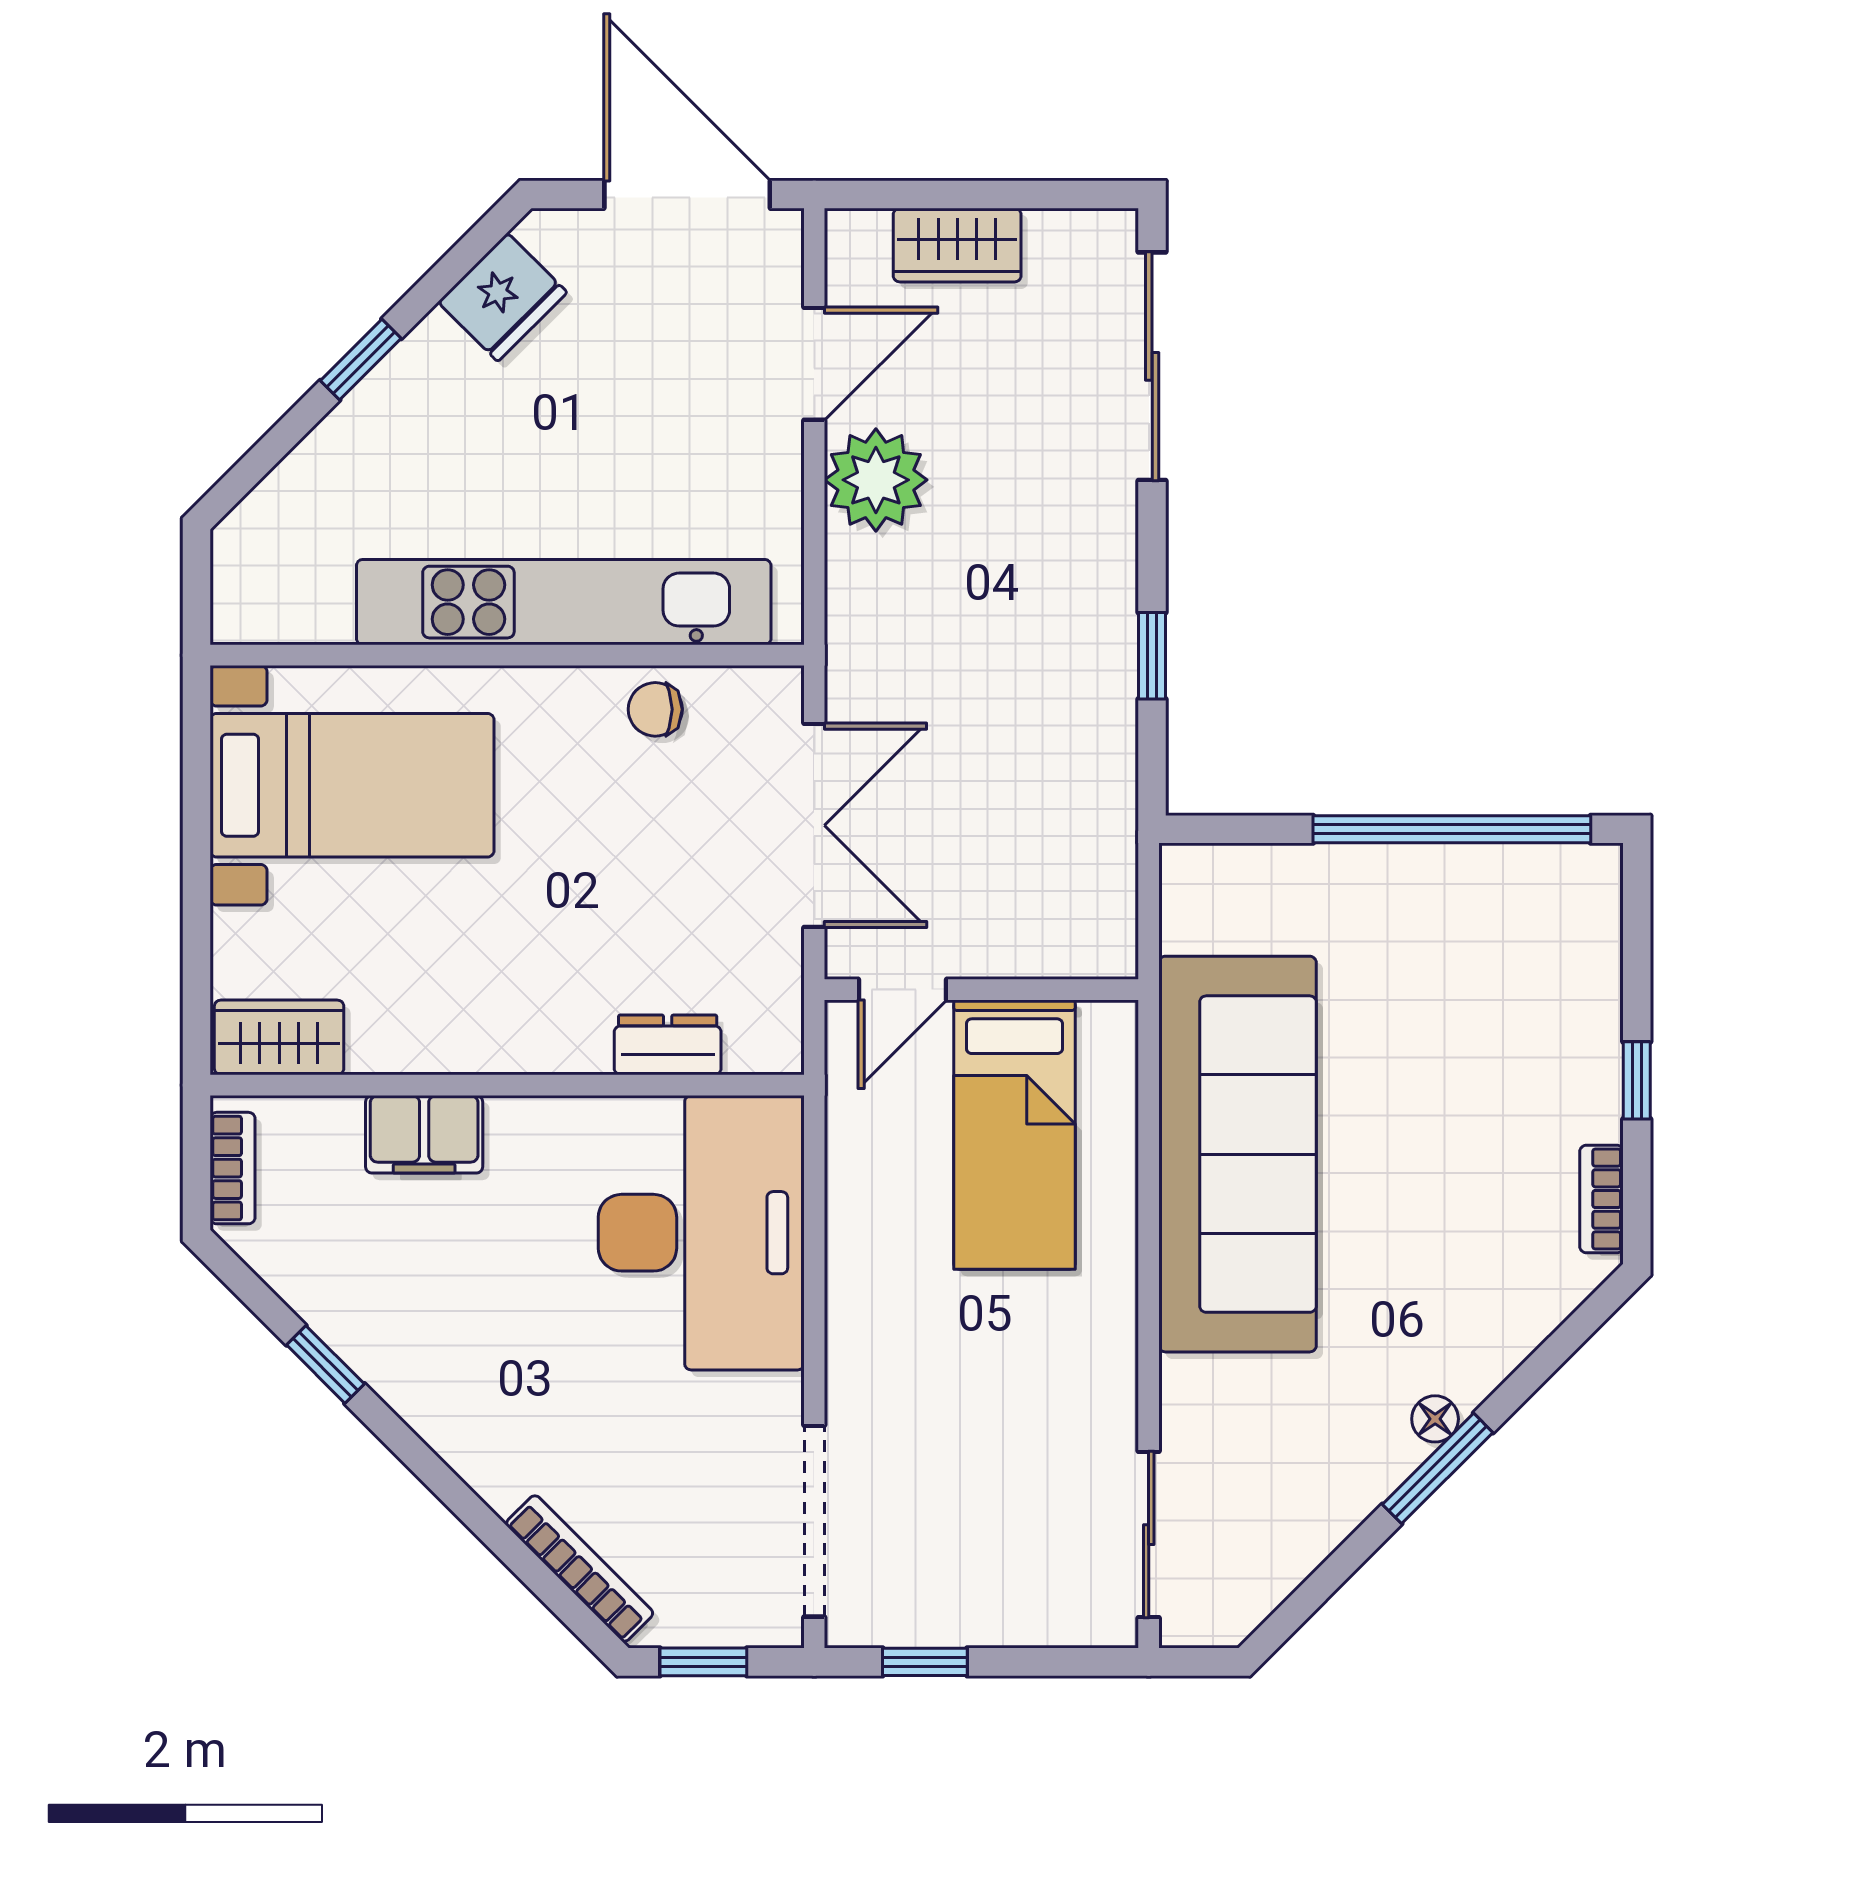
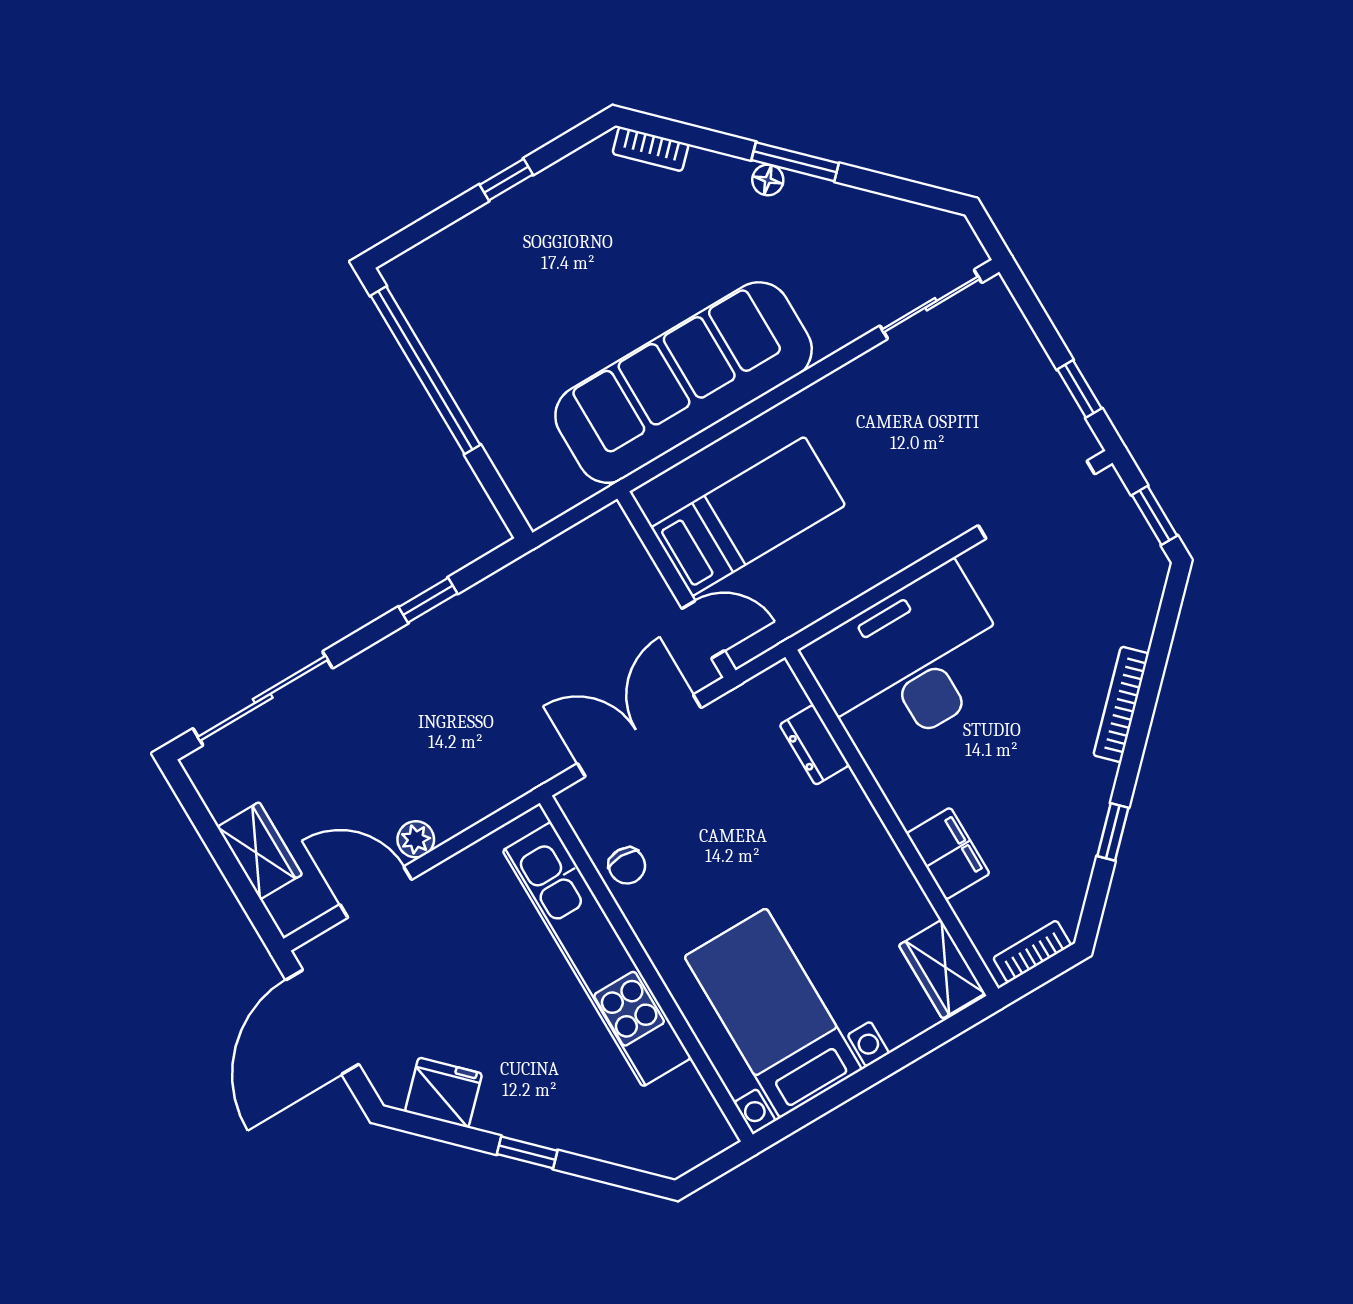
plant: (876, 480) -> (416, 839), width x0.53, depth x0.53
bookcase: (1601, 1199) -> (651, 149), moved, turned 45
bookcase: (580, 1568) -> (1121, 704), moved

